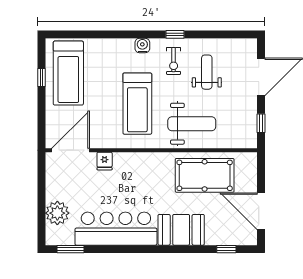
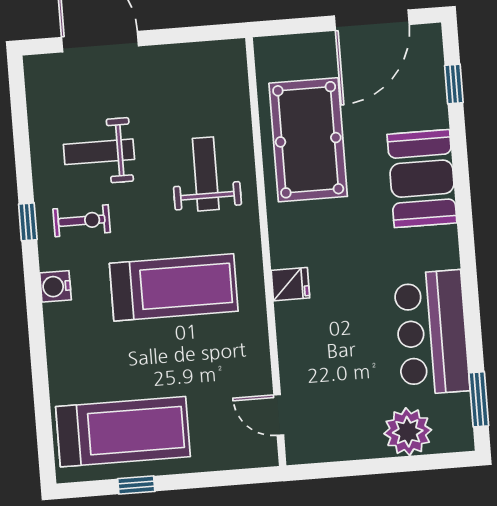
window: (261, 123) -> (194, 34), removed
weight bench: (192, 124) -> (206, 174), width x0.73, depth x0.75
door: (71, 150) -> (279, 415), width x0.53
fridge: (105, 161) -> (290, 284), moved
bar counter: (116, 229) -> (432, 333), width x0.73

